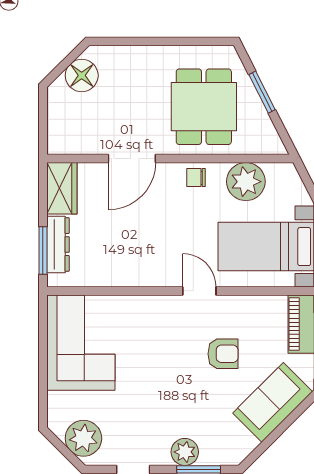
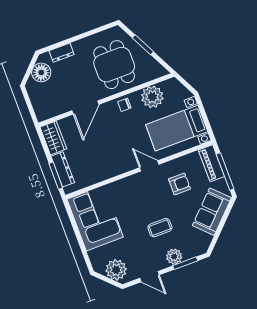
dresser: (126, 56) -> (62, 53), added
armchair: (223, 354) -> (179, 184), moved
coffee table: (179, 397) -> (160, 228), added

